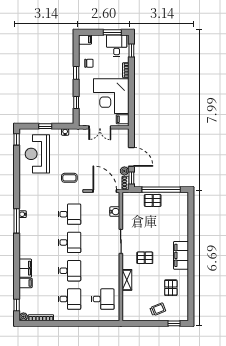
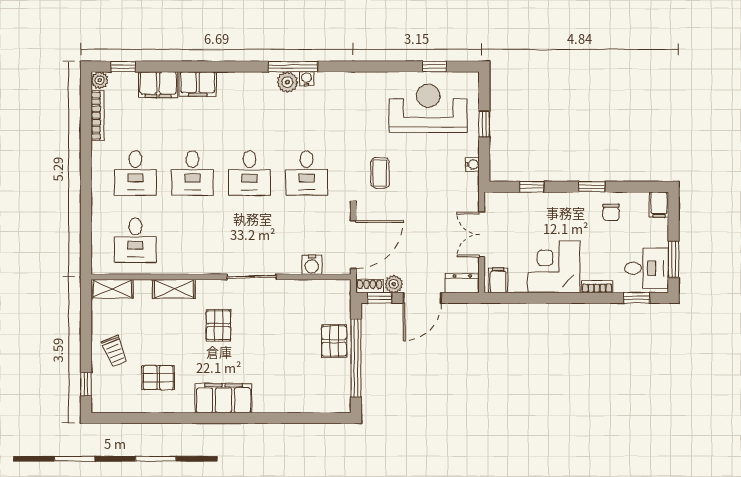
corner desk: (111, 96) -> (554, 267), width x0.74, depth x0.74
dresser: (124, 137) -> (462, 283), added
window: (17, 139) -> (434, 67), moved
plant: (24, 224) -> (287, 82), added
filing cabinet: (26, 283) -> (158, 85), width x2.00
shelving: (127, 311) -> (112, 289), added

